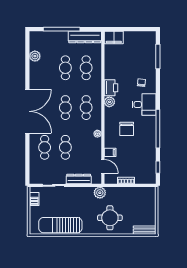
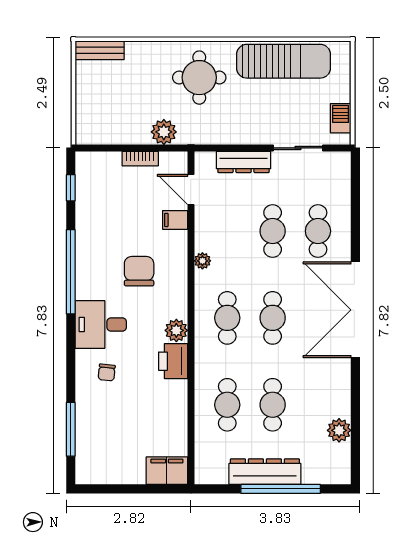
dresser: (85, 37) -> (265, 472), moved
plant: (100, 193) -> (164, 132), moved
round table: (110, 218) -> (199, 78), moved

